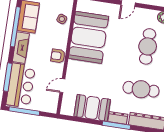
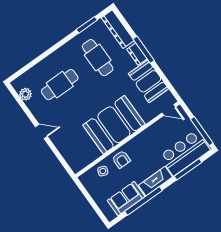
booth: (88, 37) -> (114, 125), moved
armchair: (58, 56) -> (121, 159), moved
door: (62, 86) -> (169, 110), moved

